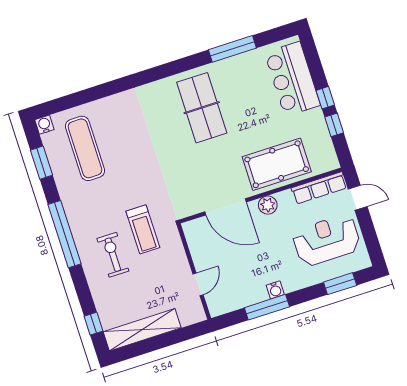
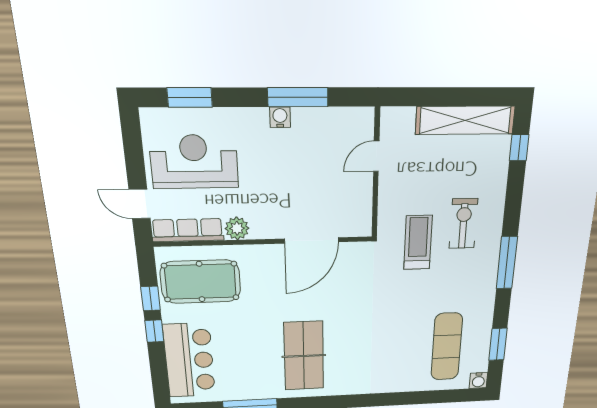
pool table: (277, 164) -> (201, 282), moved
plant: (268, 205) -> (237, 228), moved
door: (226, 207) -> (312, 240), swing flipped
window: (65, 234) -> (507, 263), width x0.68
reception desk: (327, 240) -> (194, 162), turned 180
exercise bike: (113, 255) -> (463, 224), turned 180

